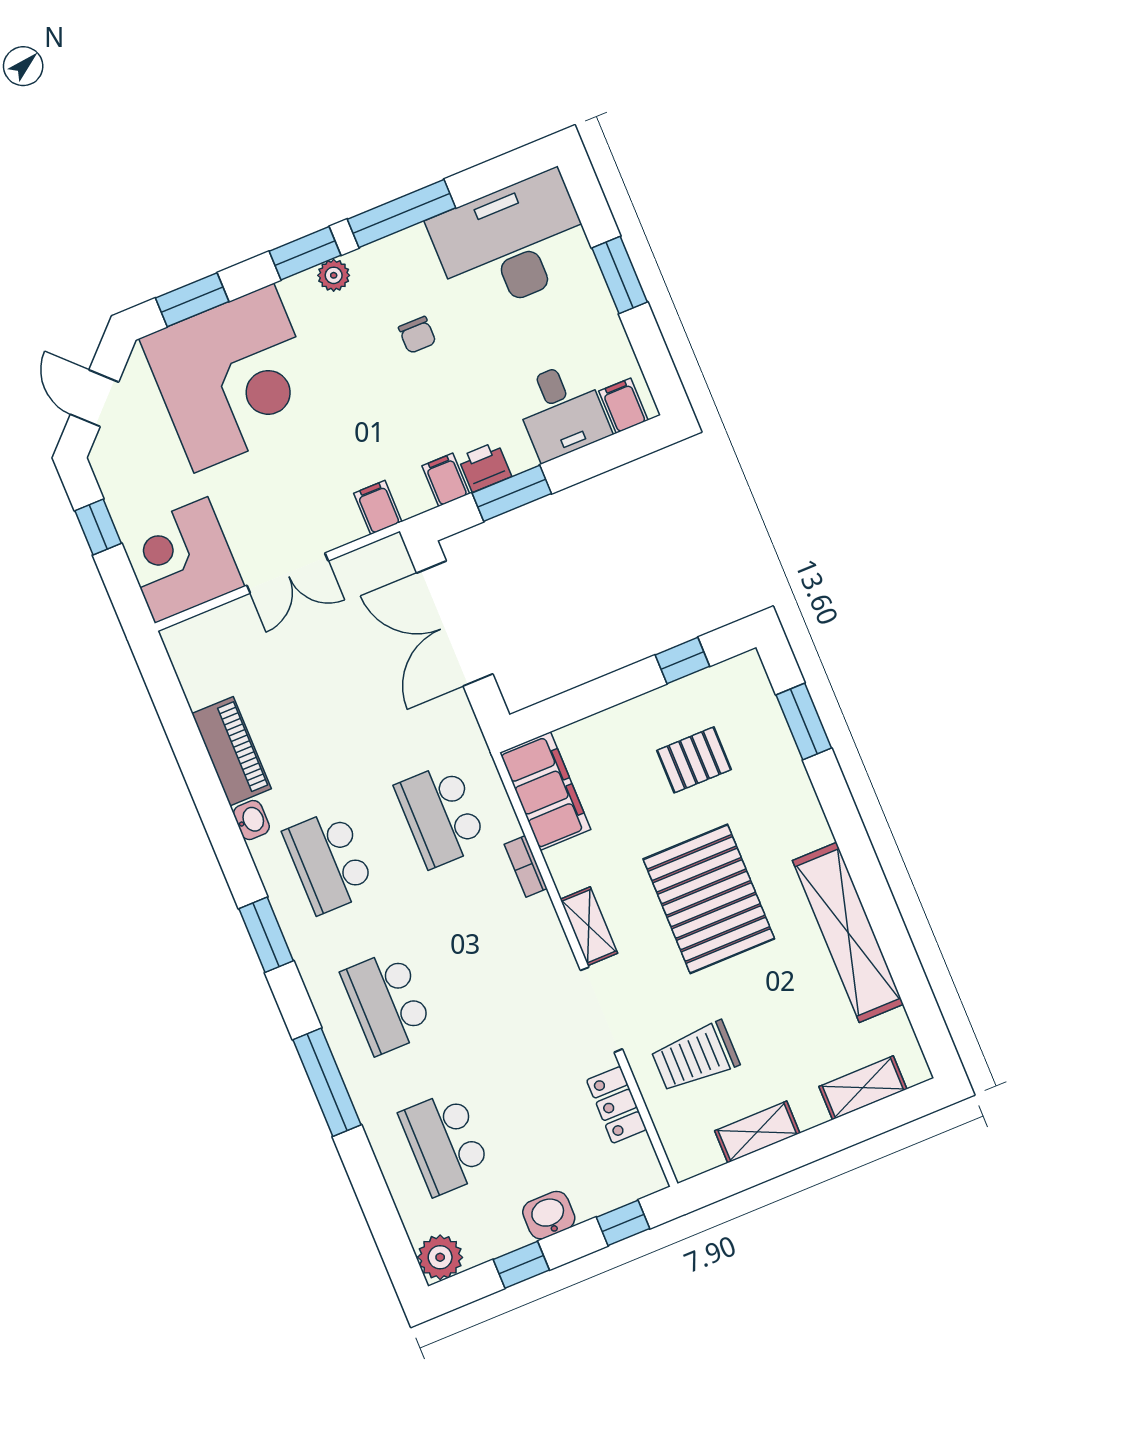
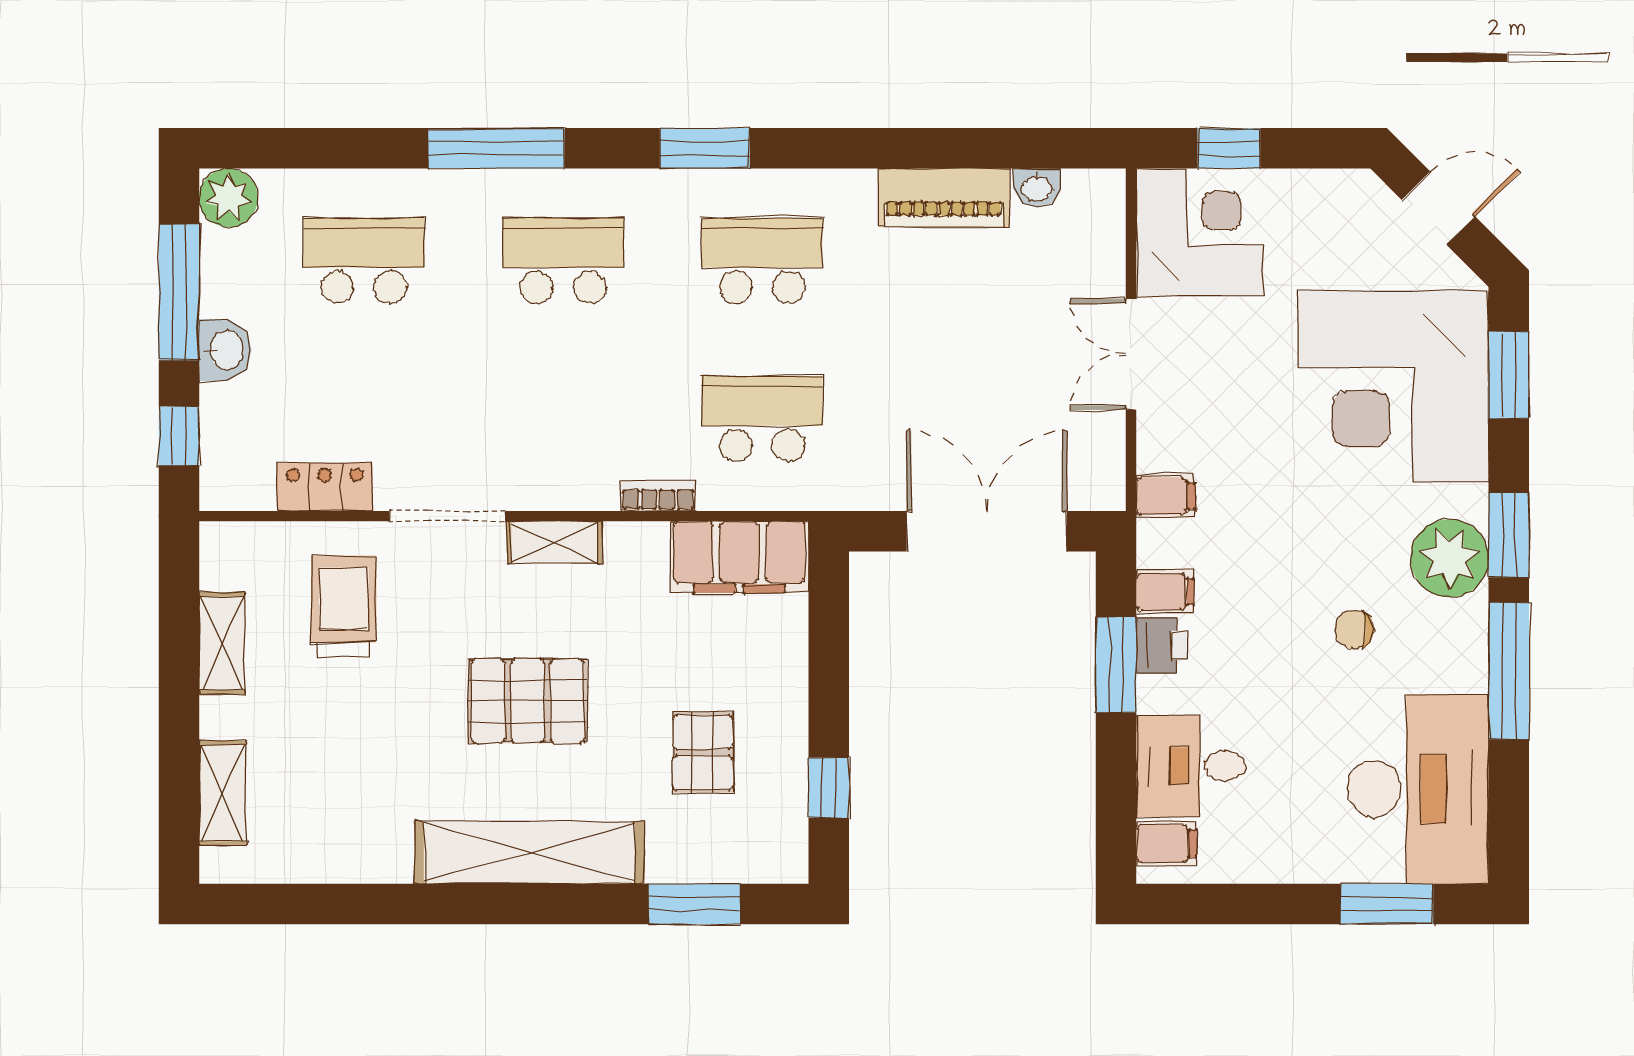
plant: (334, 275) -> (1450, 558), width x1.88, depth x1.88
window: (620, 275) -> (1387, 904), moved
window: (98, 527) -> (1229, 148), moved
washbasin: (251, 820) -> (1037, 188), moved
pallet: (709, 899) -> (528, 701), width x0.73, depth x0.71
shelving: (848, 932) -> (529, 852), moved
window: (521, 1265) -> (179, 292), width x2.17

